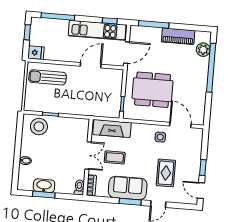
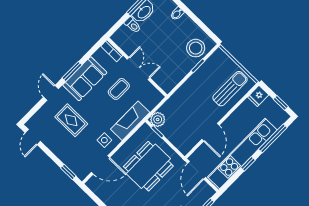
window: (110, 21) -> (248, 164), moved
kitchen unit: (97, 30) -> (242, 153), width x1.36
plant: (113, 111) -> (158, 119), added
fireplace: (112, 129) -> (130, 121), moved
double door: (88, 155) -> (138, 69), swing flipped
window: (203, 168) -> (68, 172), moved
toilet: (79, 187) -> (133, 25), moved
door: (201, 191) -> (33, 137), swing flipped

